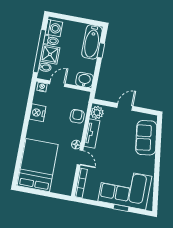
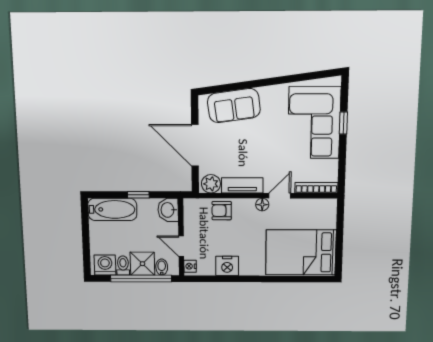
window: (101, 50) -> (138, 195), moved
door: (125, 107) -> (195, 145), width x1.88

